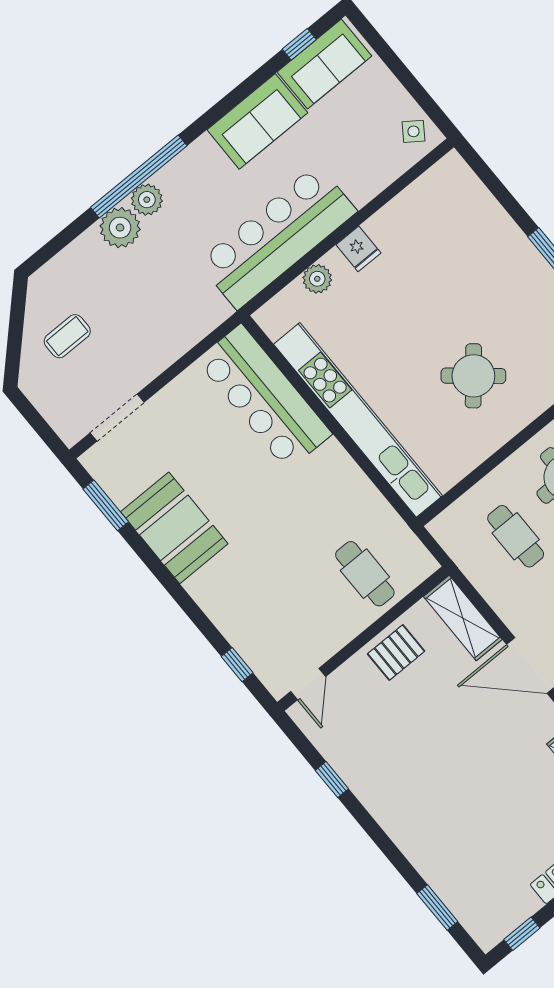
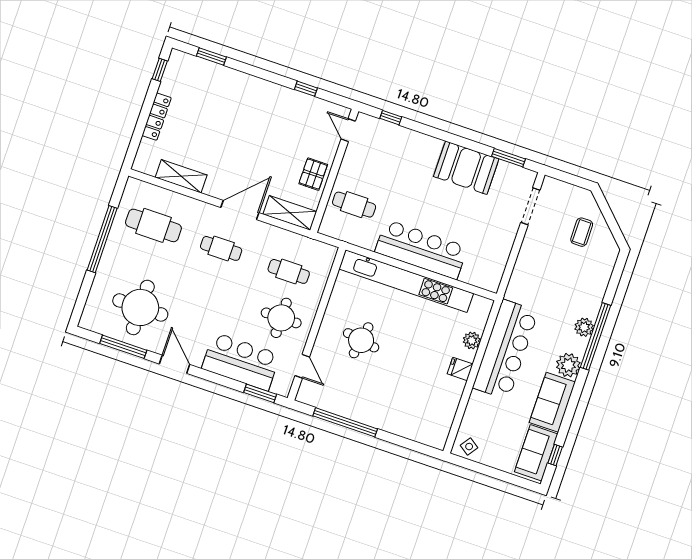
plant: (120, 228) -> (568, 365), moved
round table: (473, 376) -> (361, 340), turned -30
bar counter: (264, 397) -> (421, 249), moved

